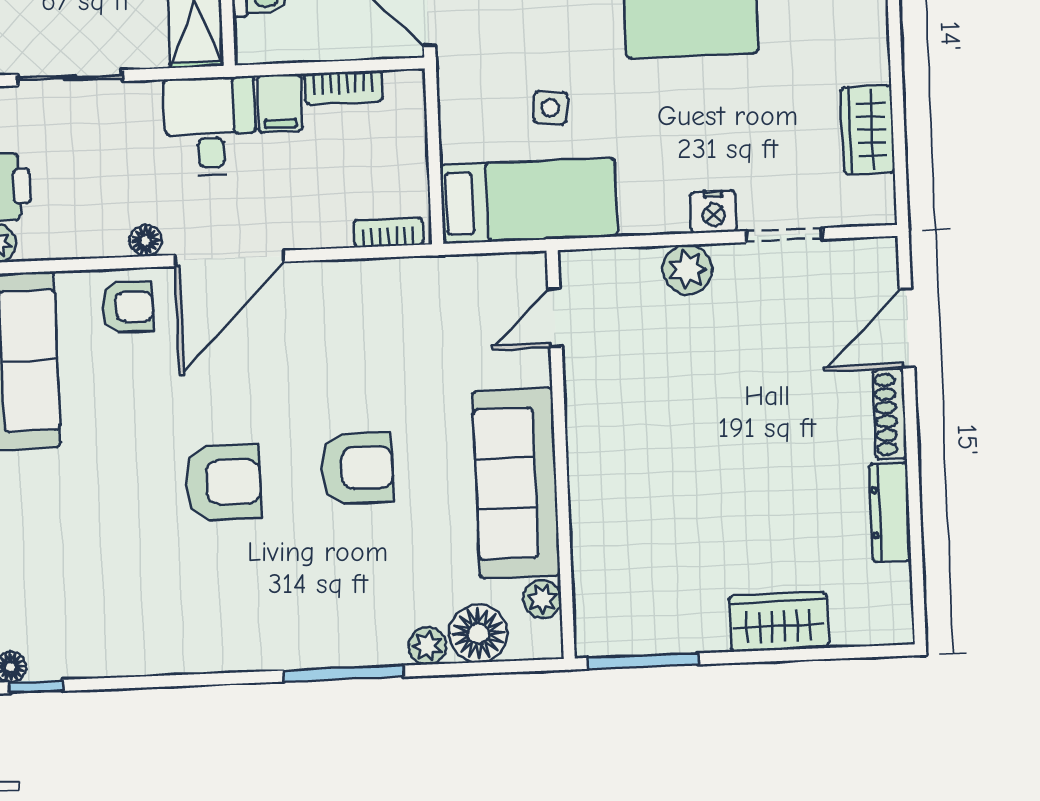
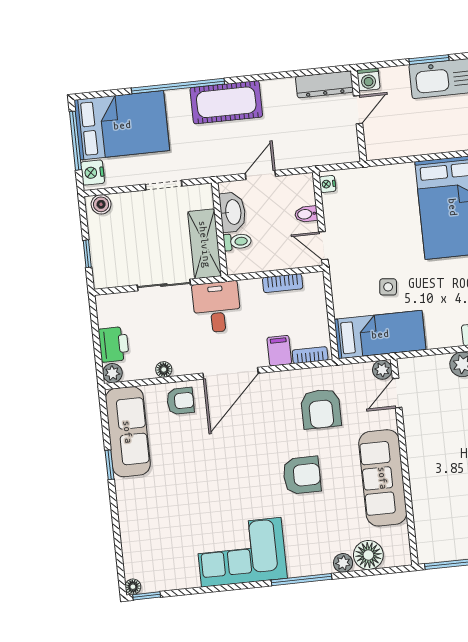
sliding door: (70, 78) -> (164, 285), moved
filing cabinet: (280, 103) -> (279, 351), moved, turned 180
floor lamp: (146, 241) -> (164, 369), moved
armchair: (223, 482) -> (321, 409), moved, turned 90
plant: (542, 599) -> (382, 370), moved
corner sofa: (228, 612) -> (241, 552), added

